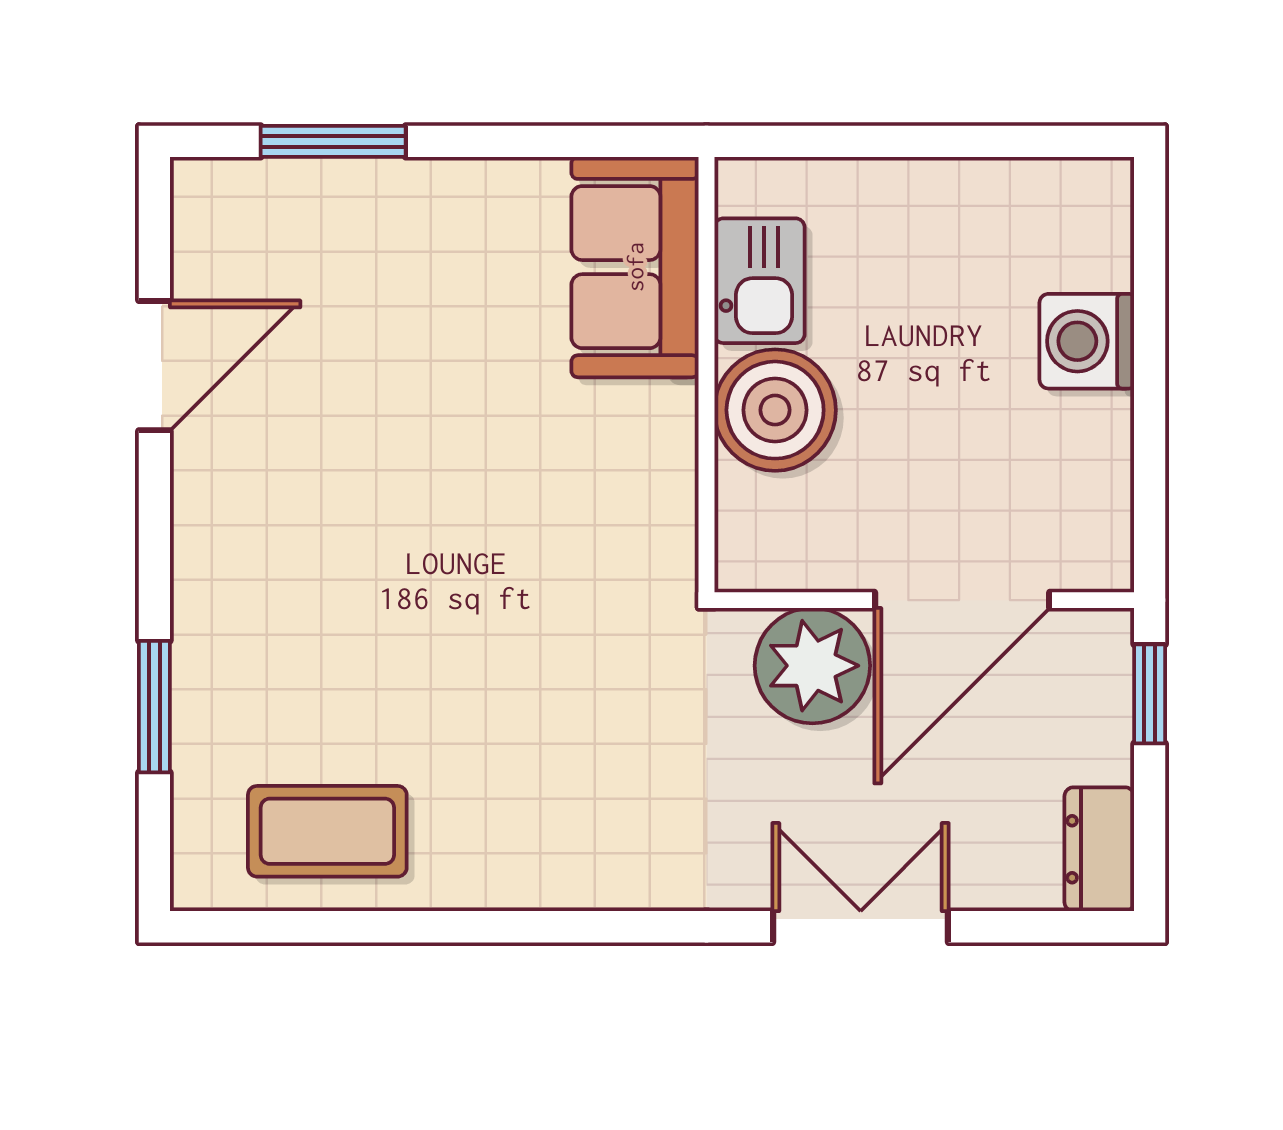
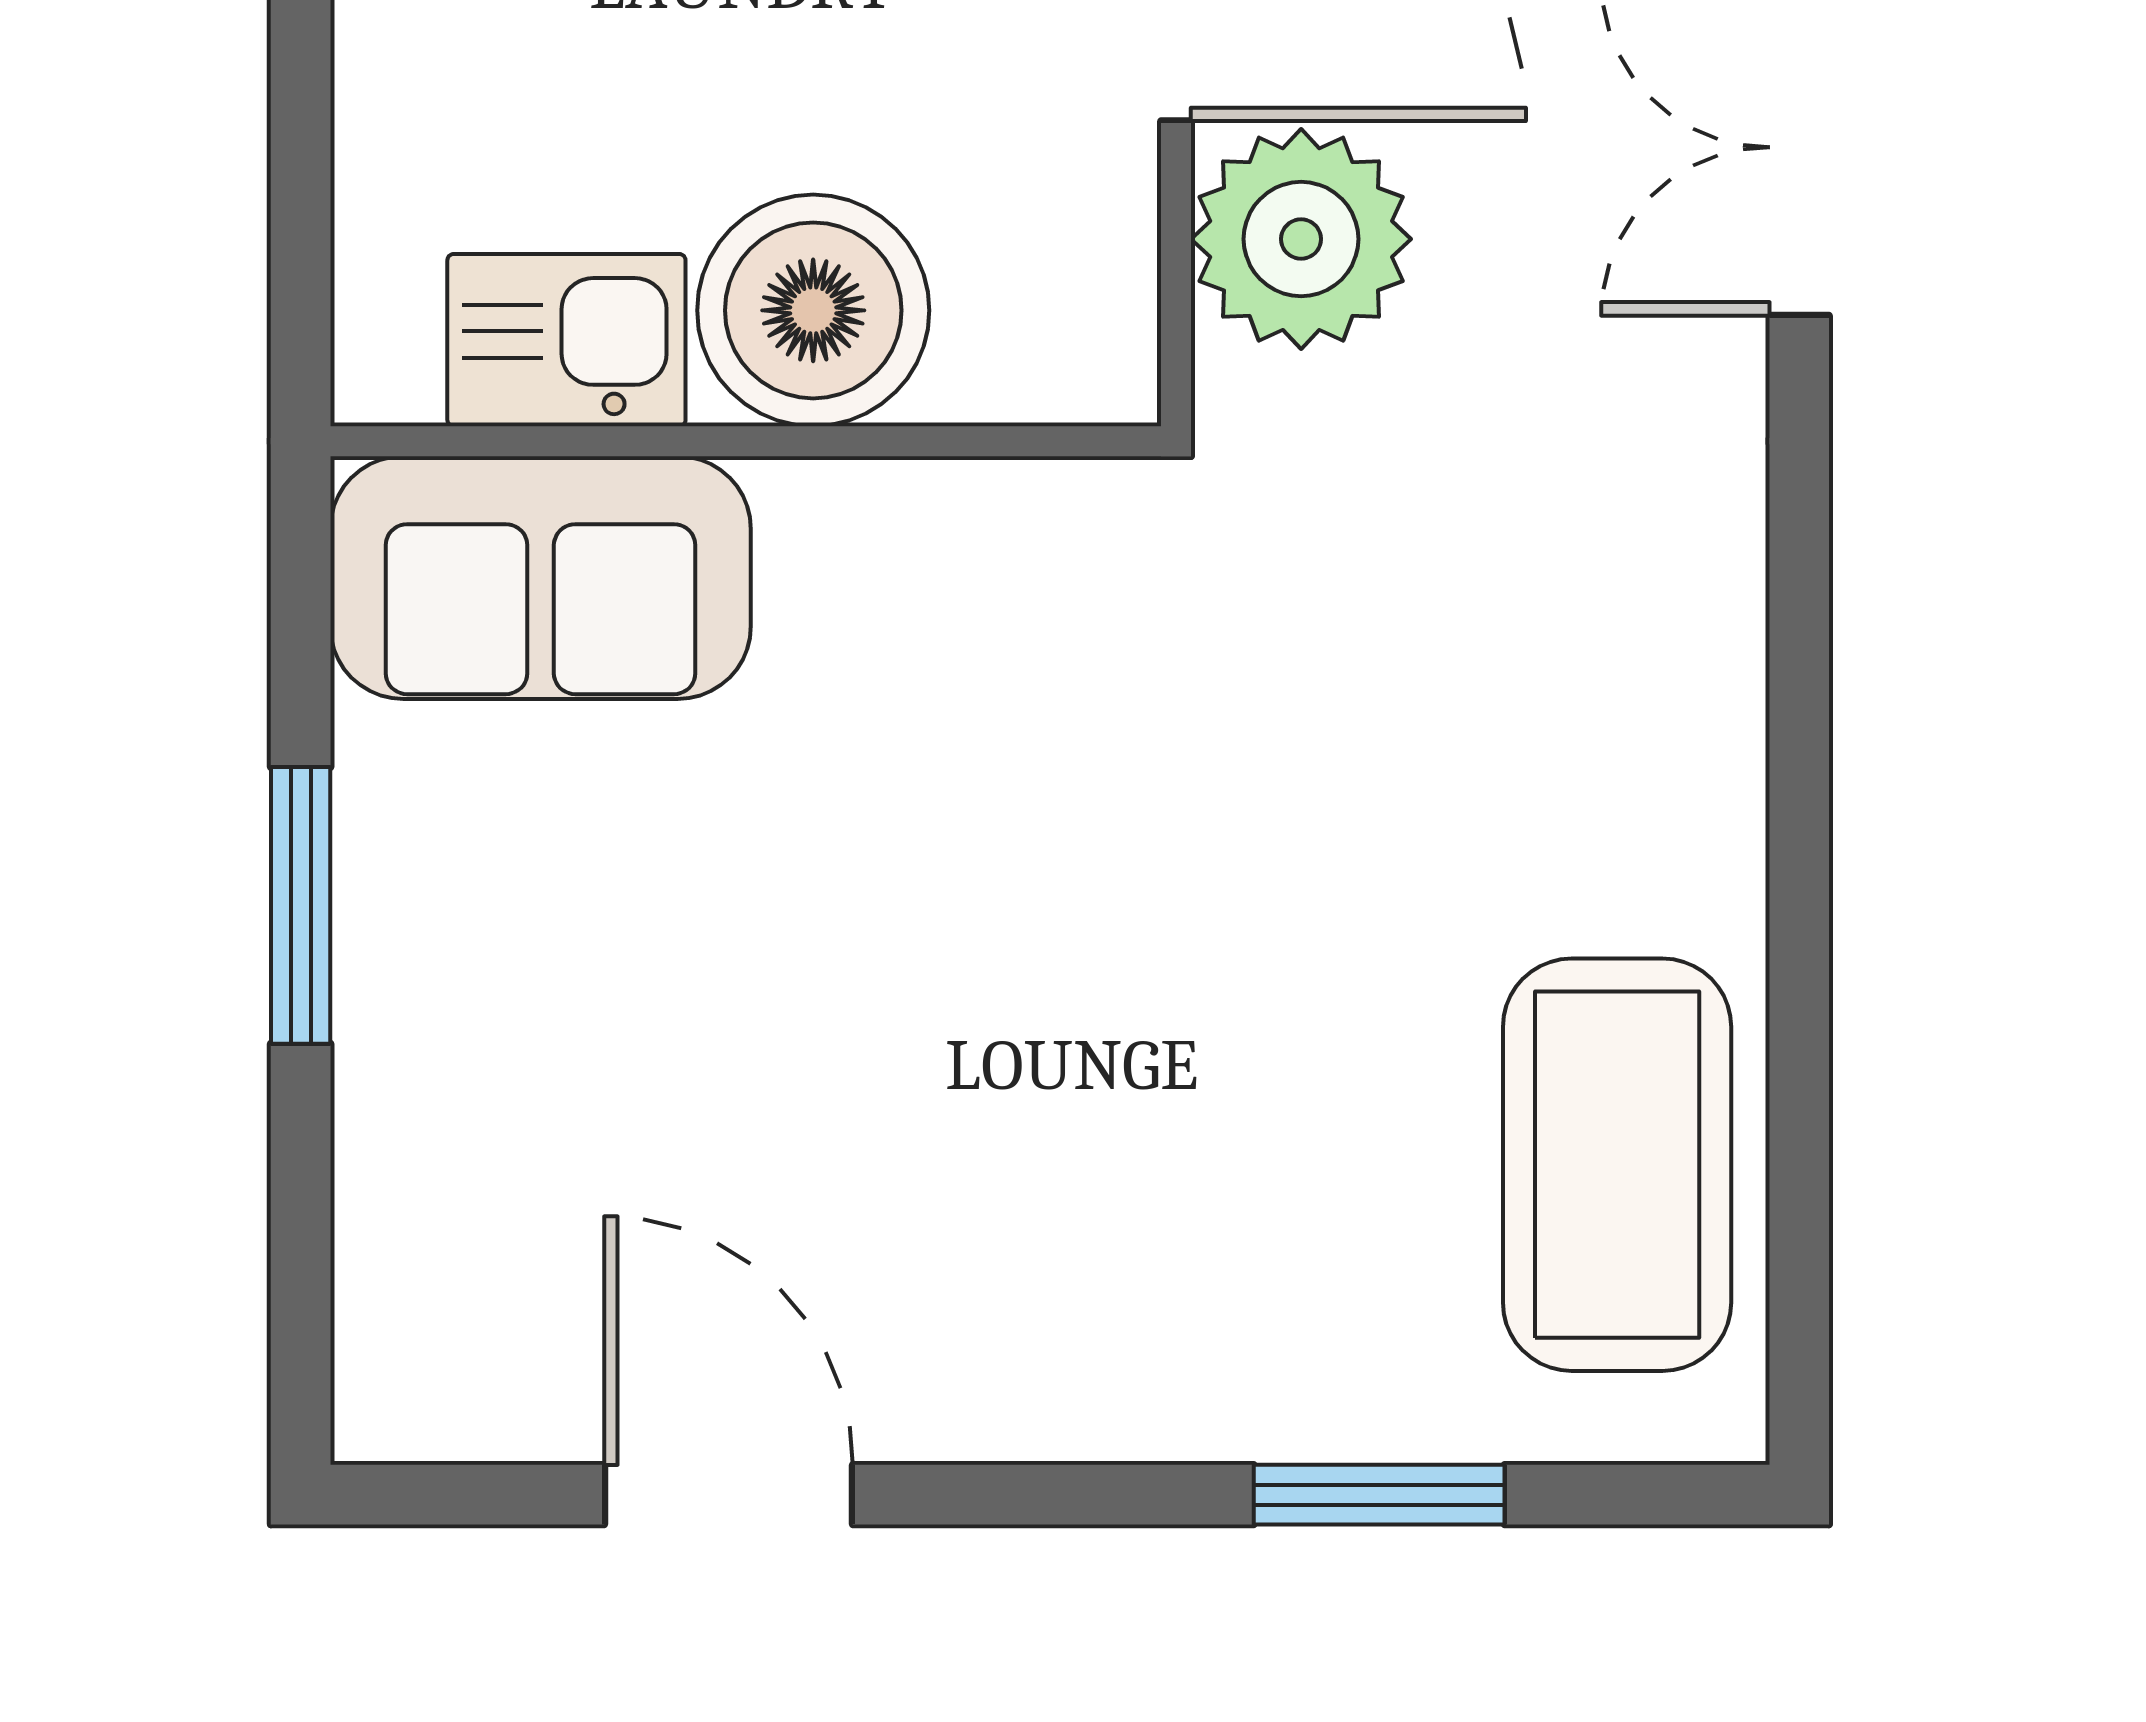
window: (333, 141) -> (301, 905), moved
coffee table: (327, 831) -> (1617, 1165), width x1.36, depth x1.32

